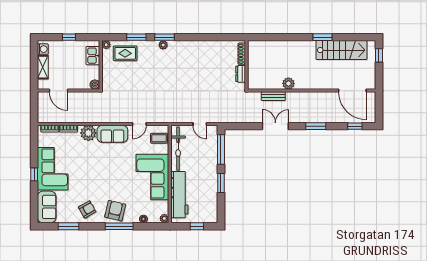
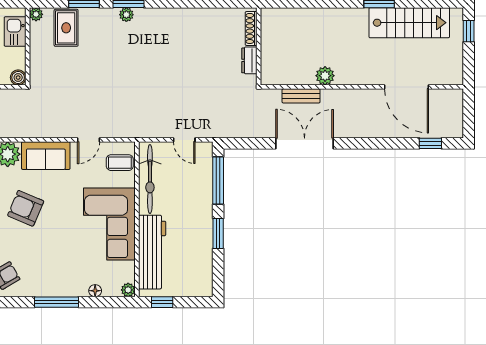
rug: (125, 53) -> (66, 28), turned 90
door: (352, 91) -> (407, 87), moved
double door: (275, 126) -> (305, 143), width x1.37
window: (316, 126) -> (369, 143), removed
armchair: (115, 211) -> (26, 208), moved, turned -80
window: (197, 226) -> (162, 302), moved

